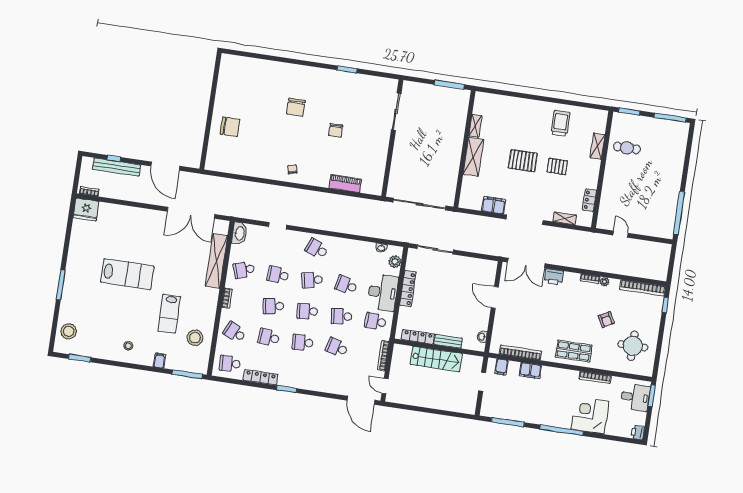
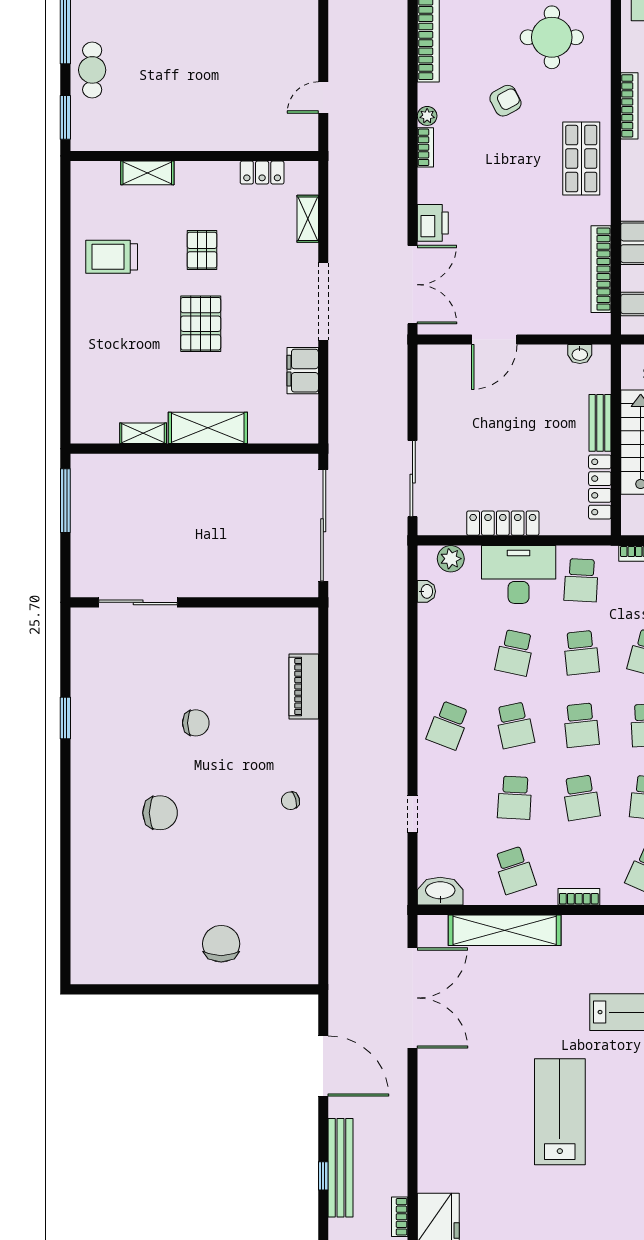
cafe table: (627, 148) -> (92, 70), moved
door: (165, 166) -> (323, 1066), hinge flipped

